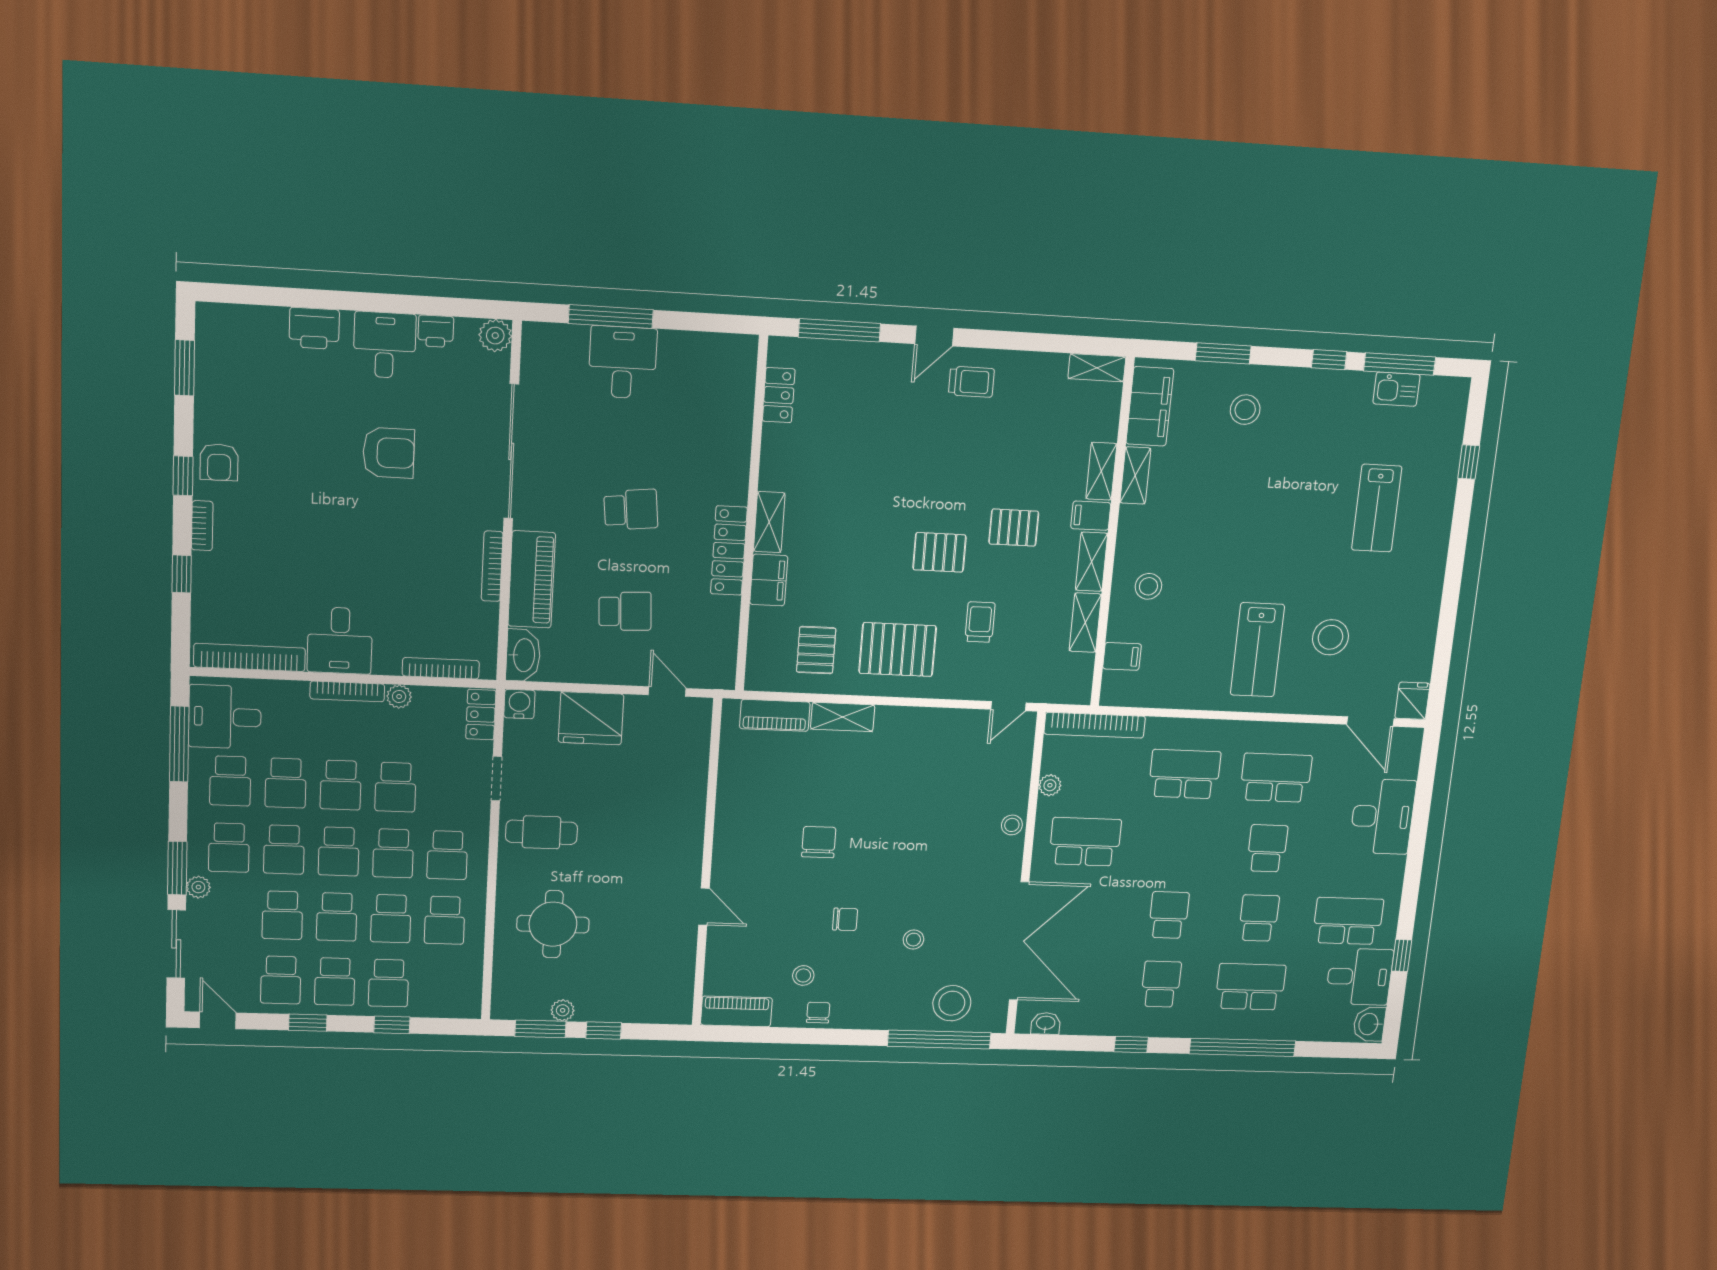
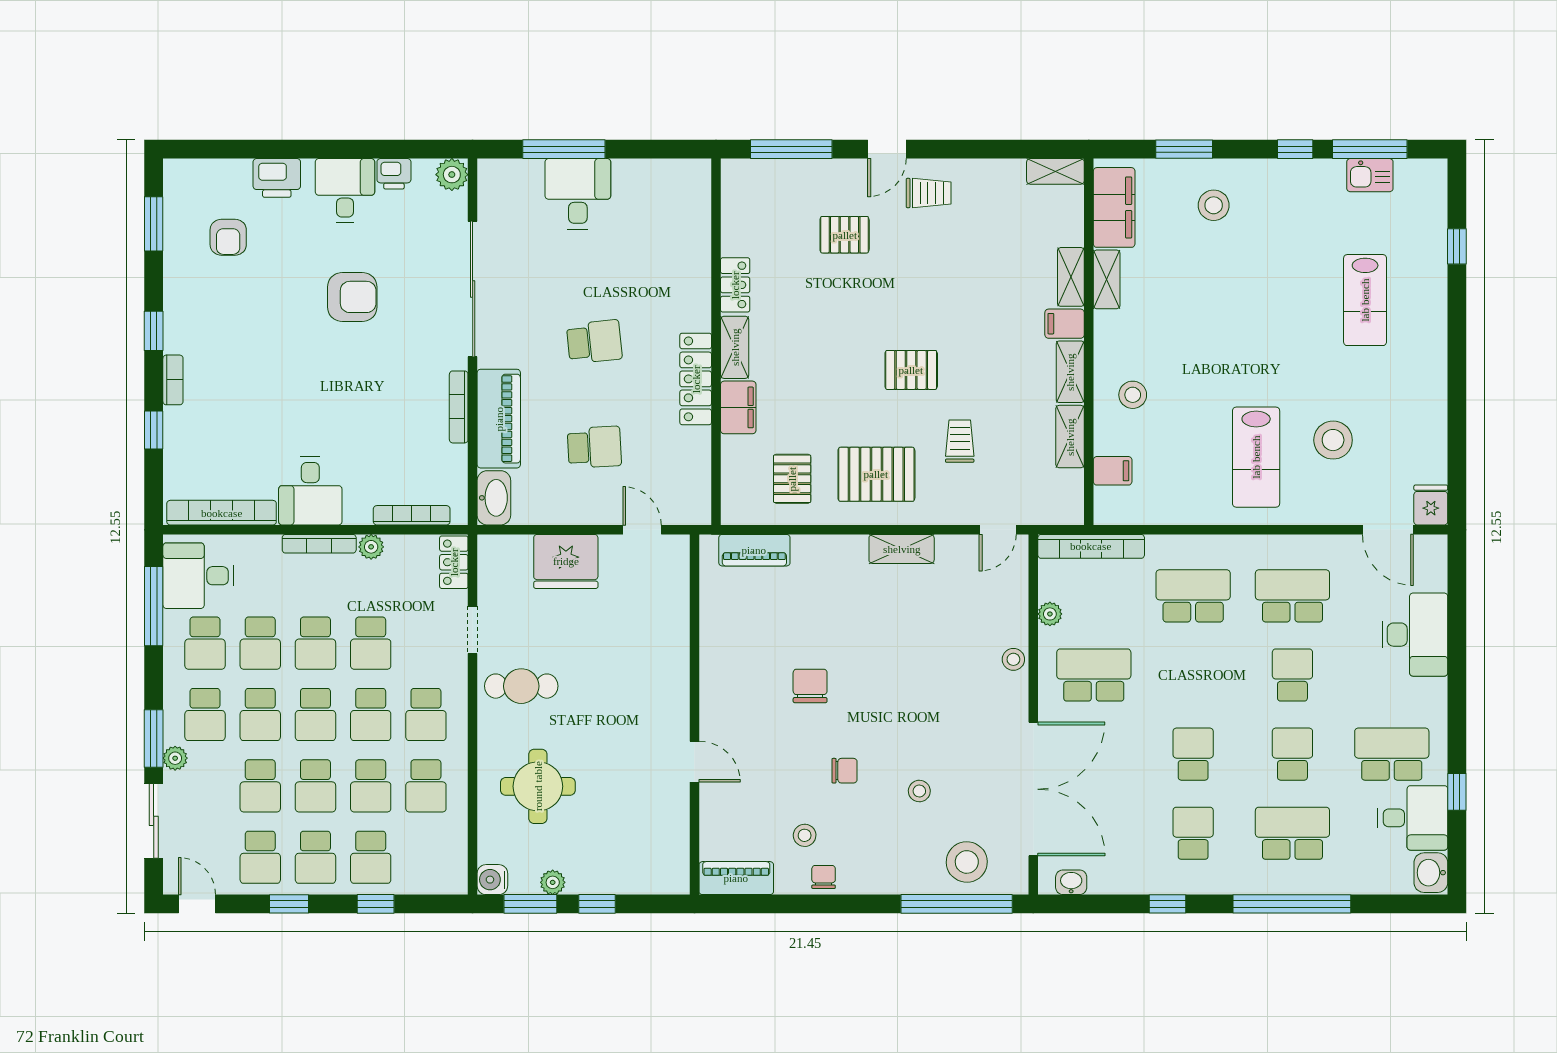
locker: (779, 395) -> (735, 285), moved
armchair: (219, 462) -> (228, 237), moved
pallet: (1014, 528) -> (845, 235), moved
water cooler: (519, 704) -> (492, 880), moved, turned -90
shelving: (843, 717) -> (902, 549), moved

